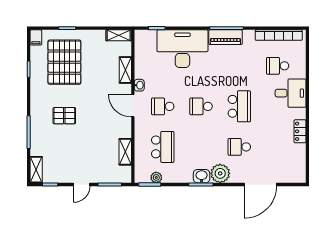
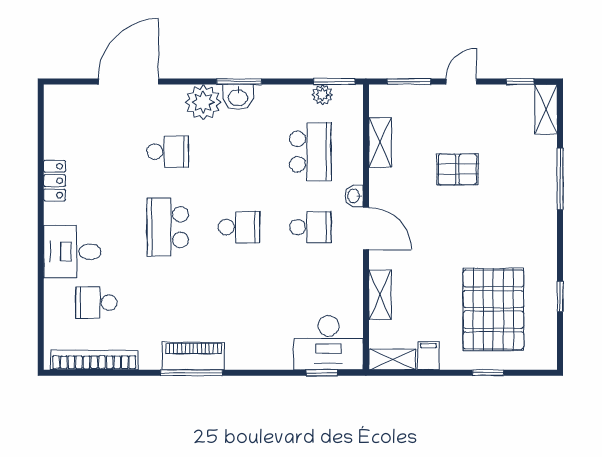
filing cabinet: (36, 37) -> (428, 356), moved
desk: (182, 49) -> (328, 343), moved, width x0.73, depth x0.77
school desk: (278, 66) -> (96, 303), turned 180
washbasin: (139, 85) -> (354, 196), moved
pallet: (64, 116) -> (457, 169), moved
school desk: (163, 147) -> (310, 152), turned 180

